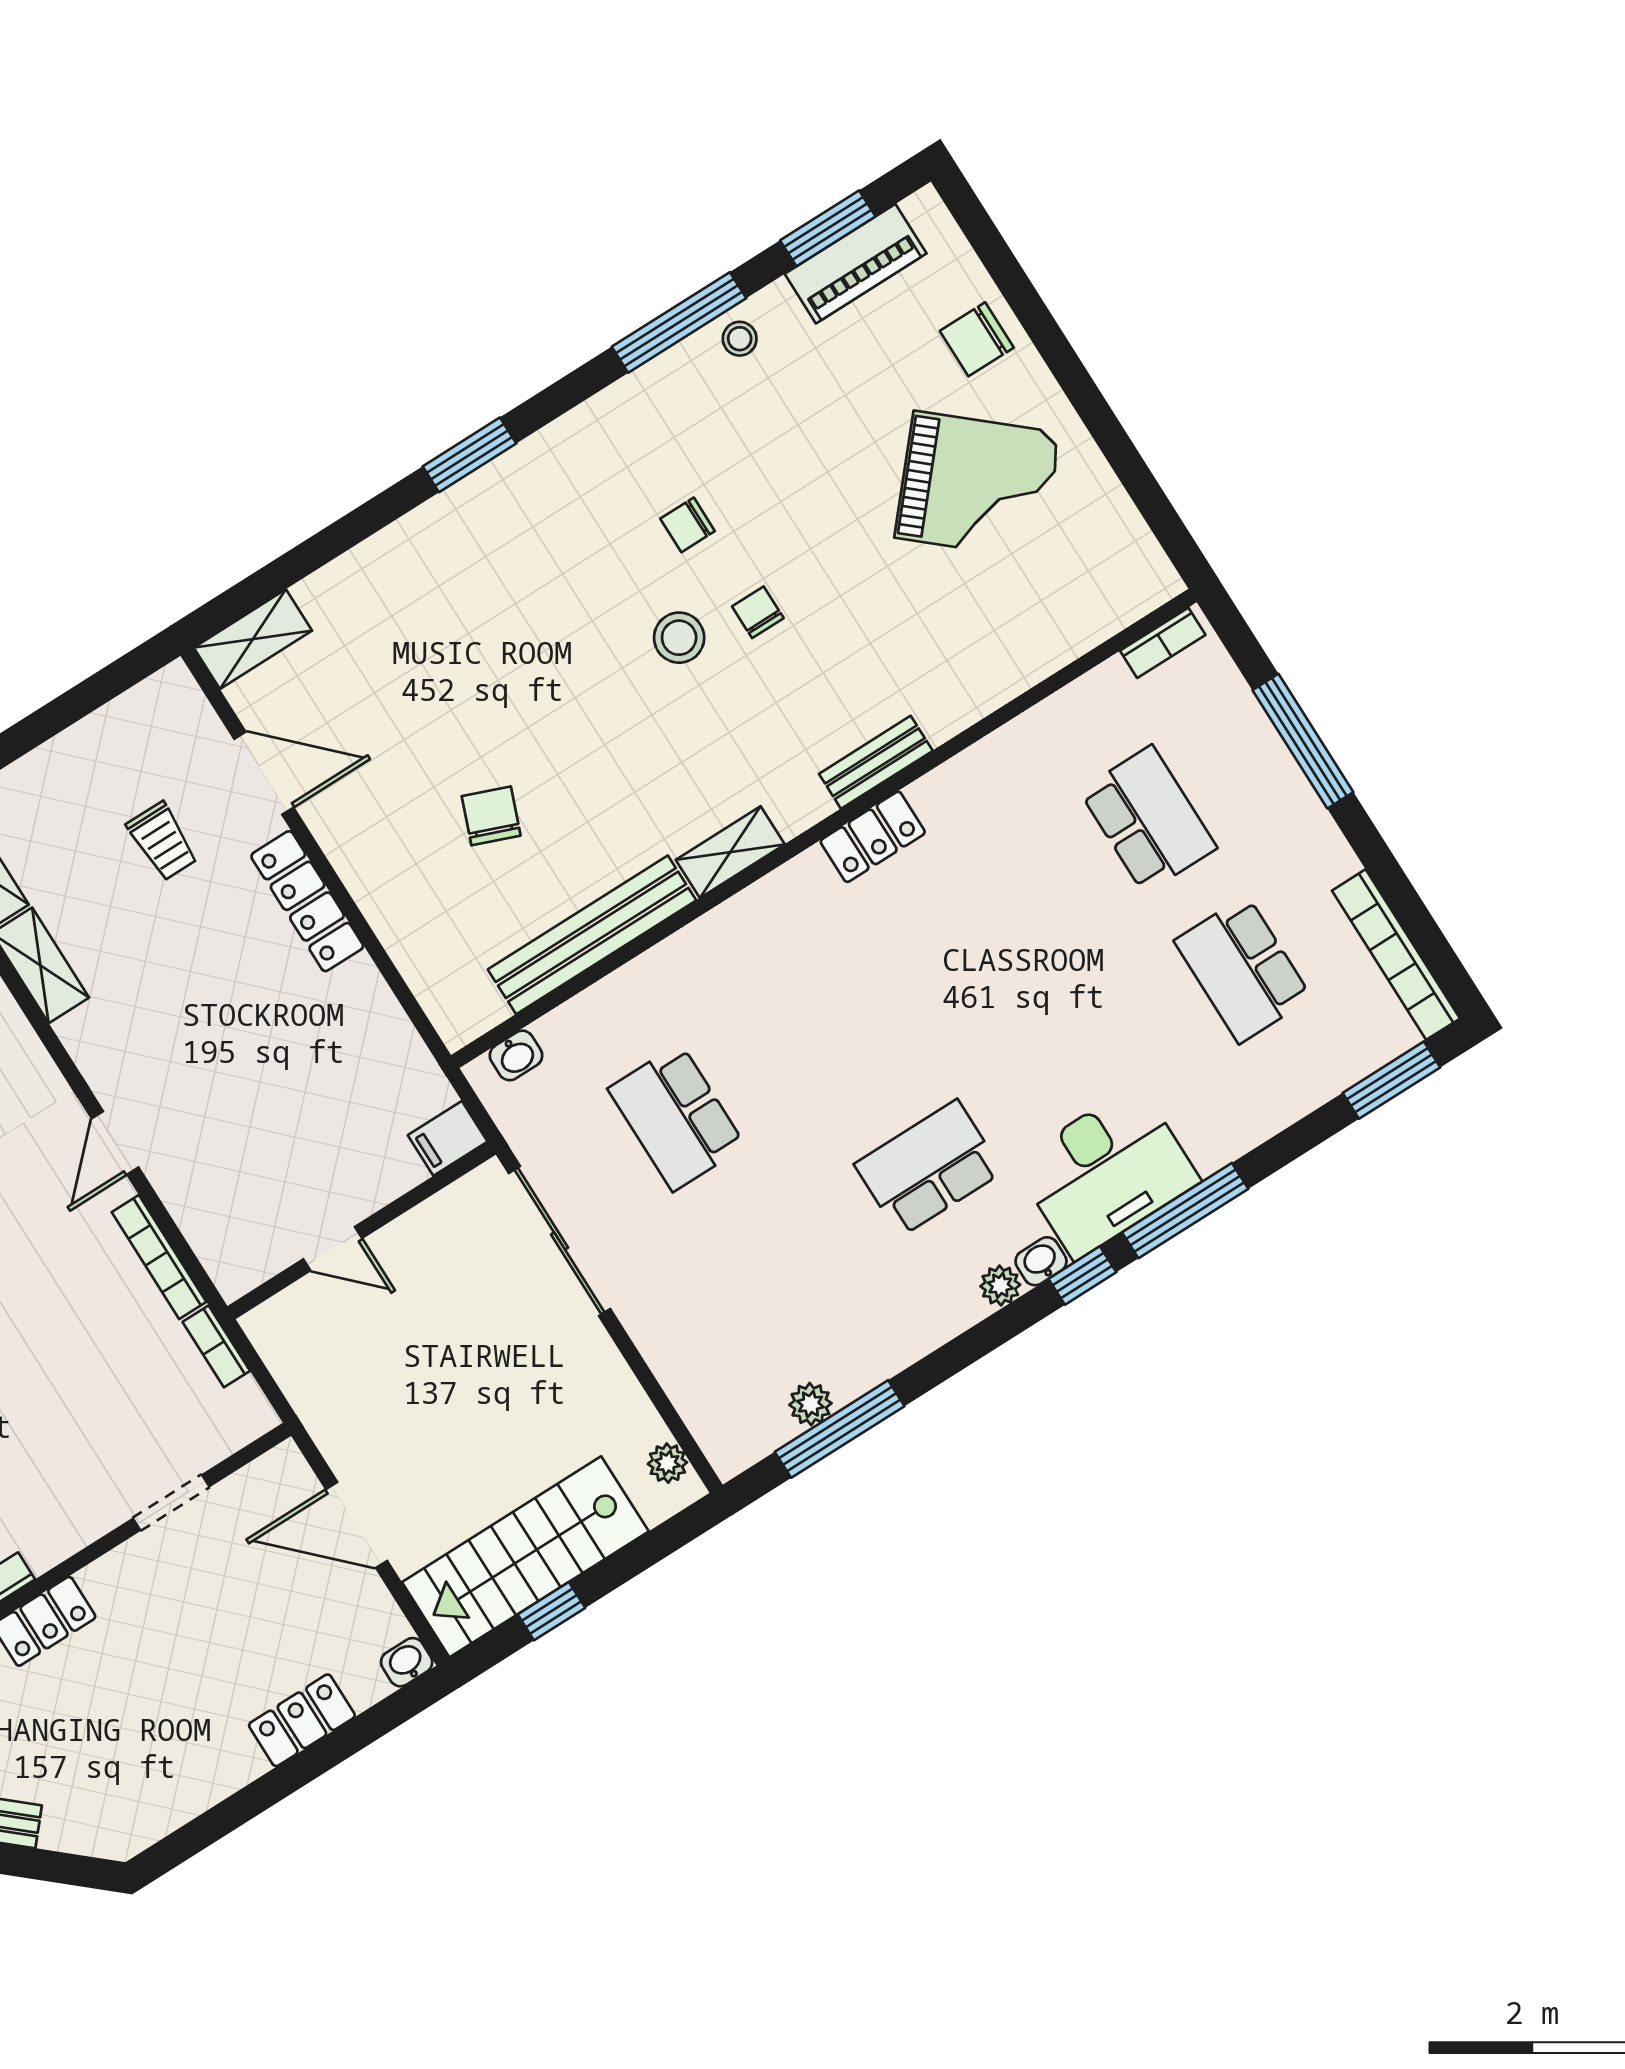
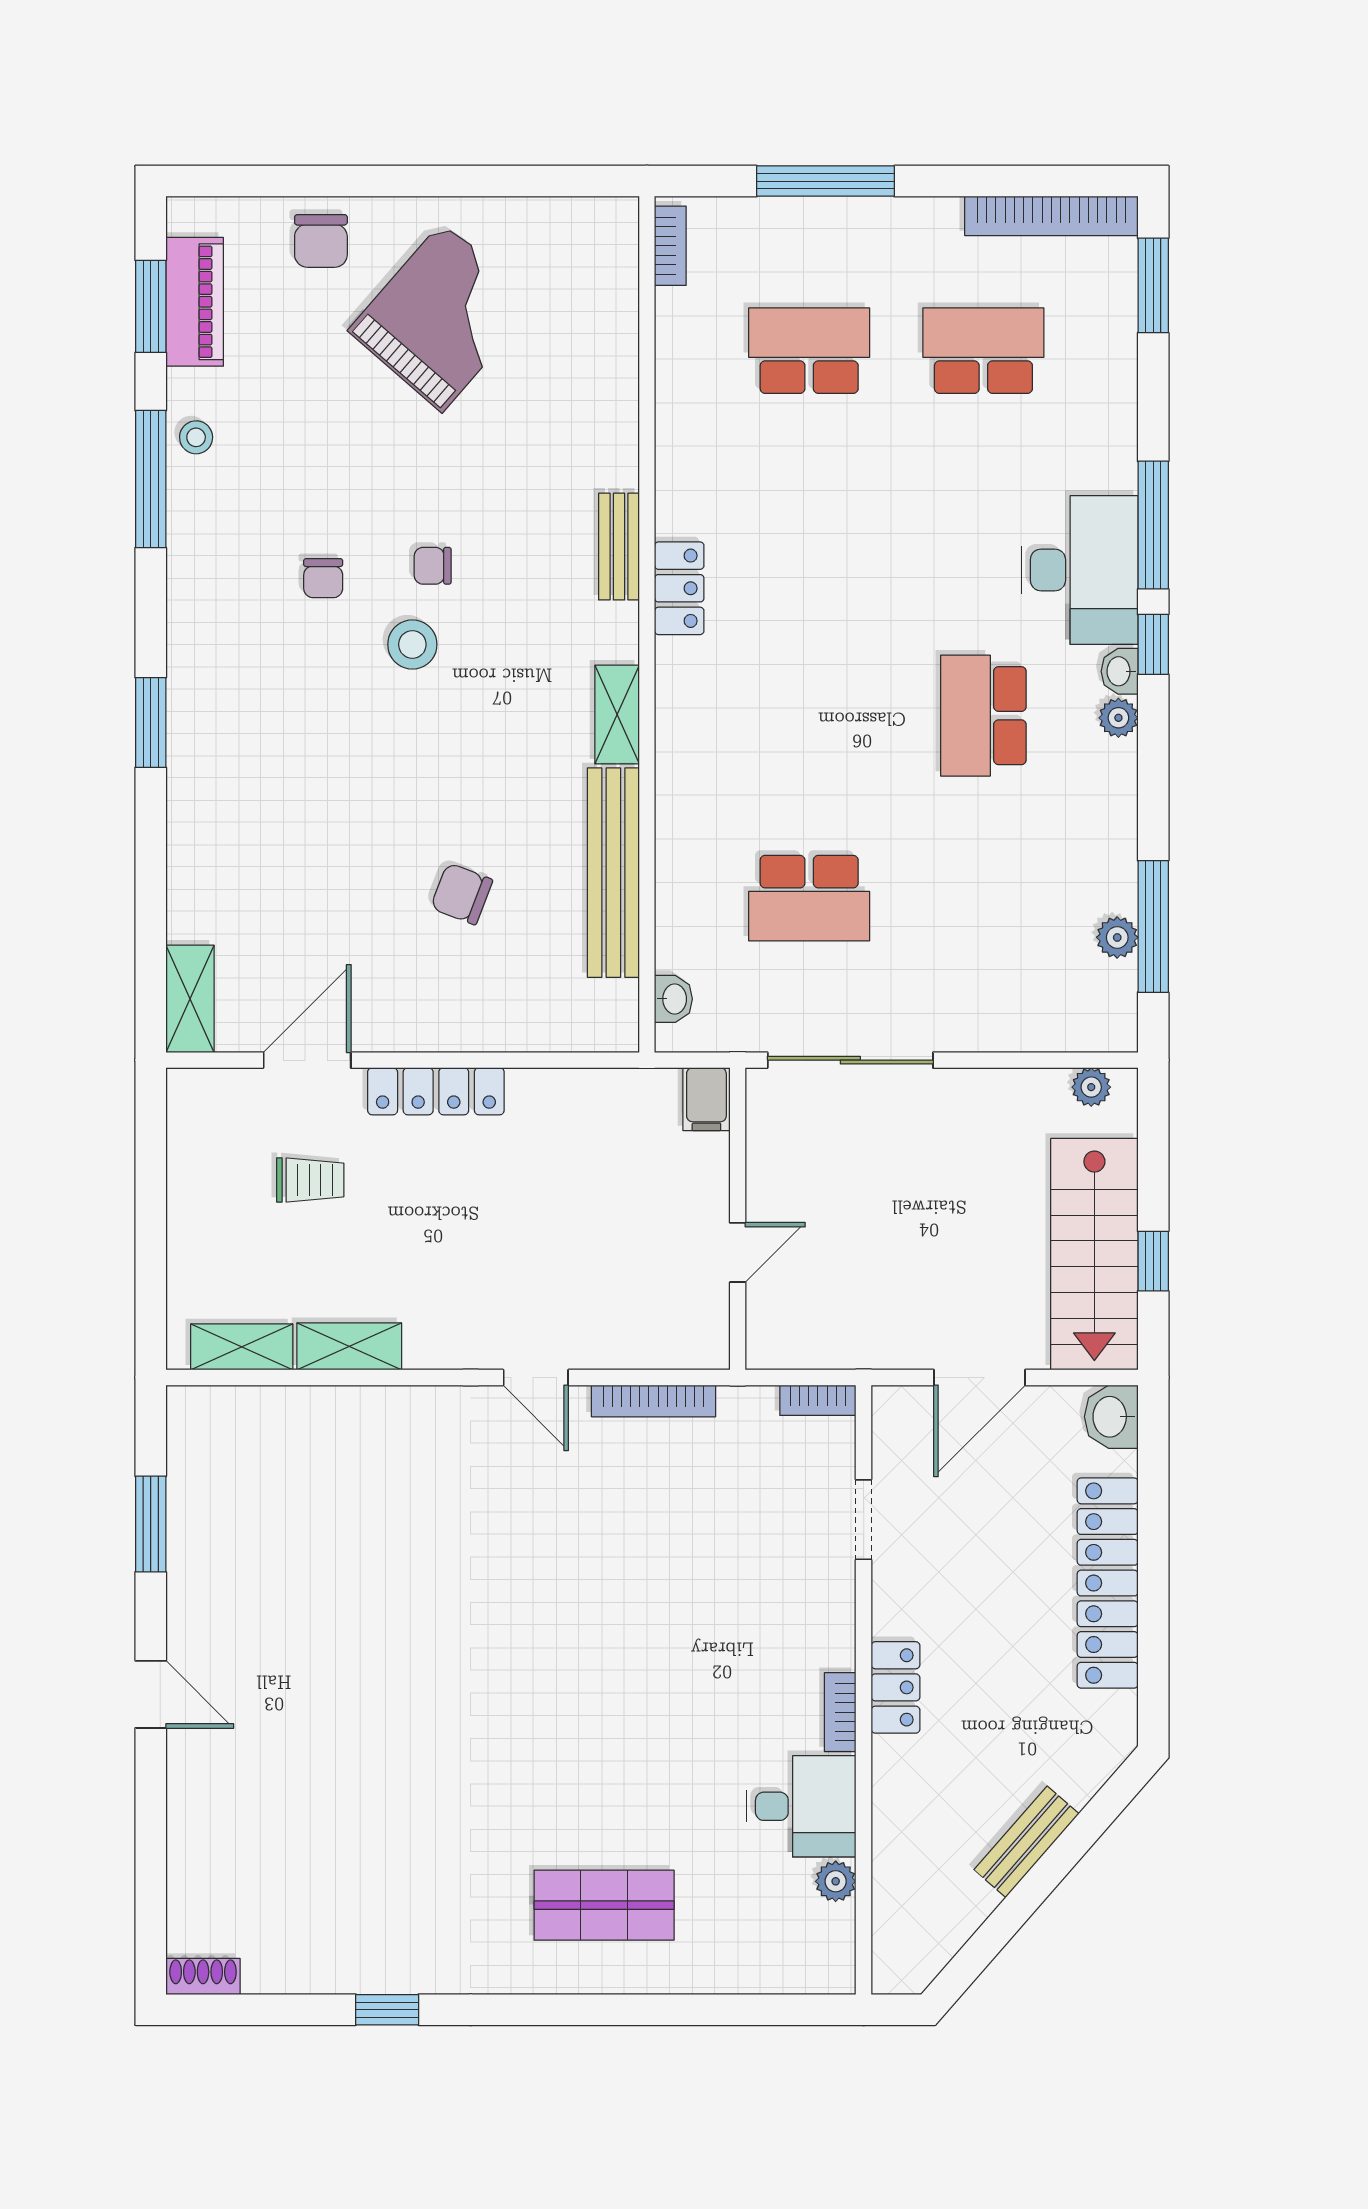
school desk: (1243, 969) -> (983, 351), turned 180
bookcase: (216, 1346) -> (818, 1400), moved
washbasin: (407, 1662) -> (1111, 1417), width x1.38, depth x1.45
locker: (302, 1720) -> (1108, 1583), width x2.16, depth x1.21

